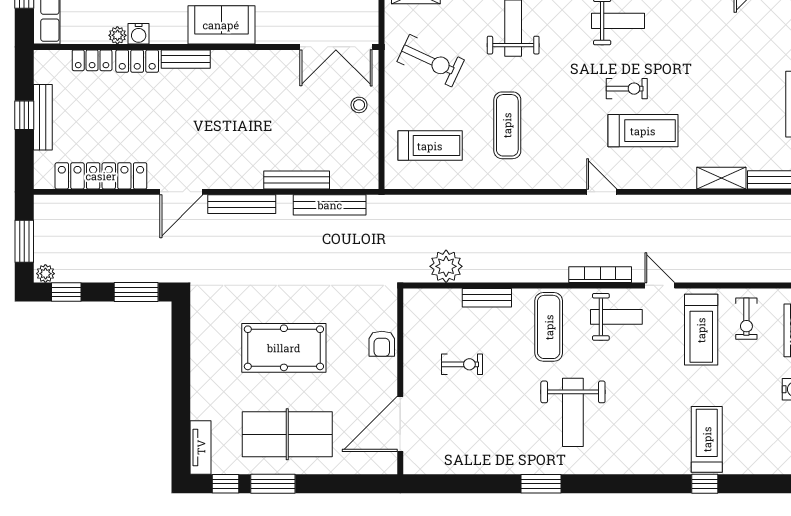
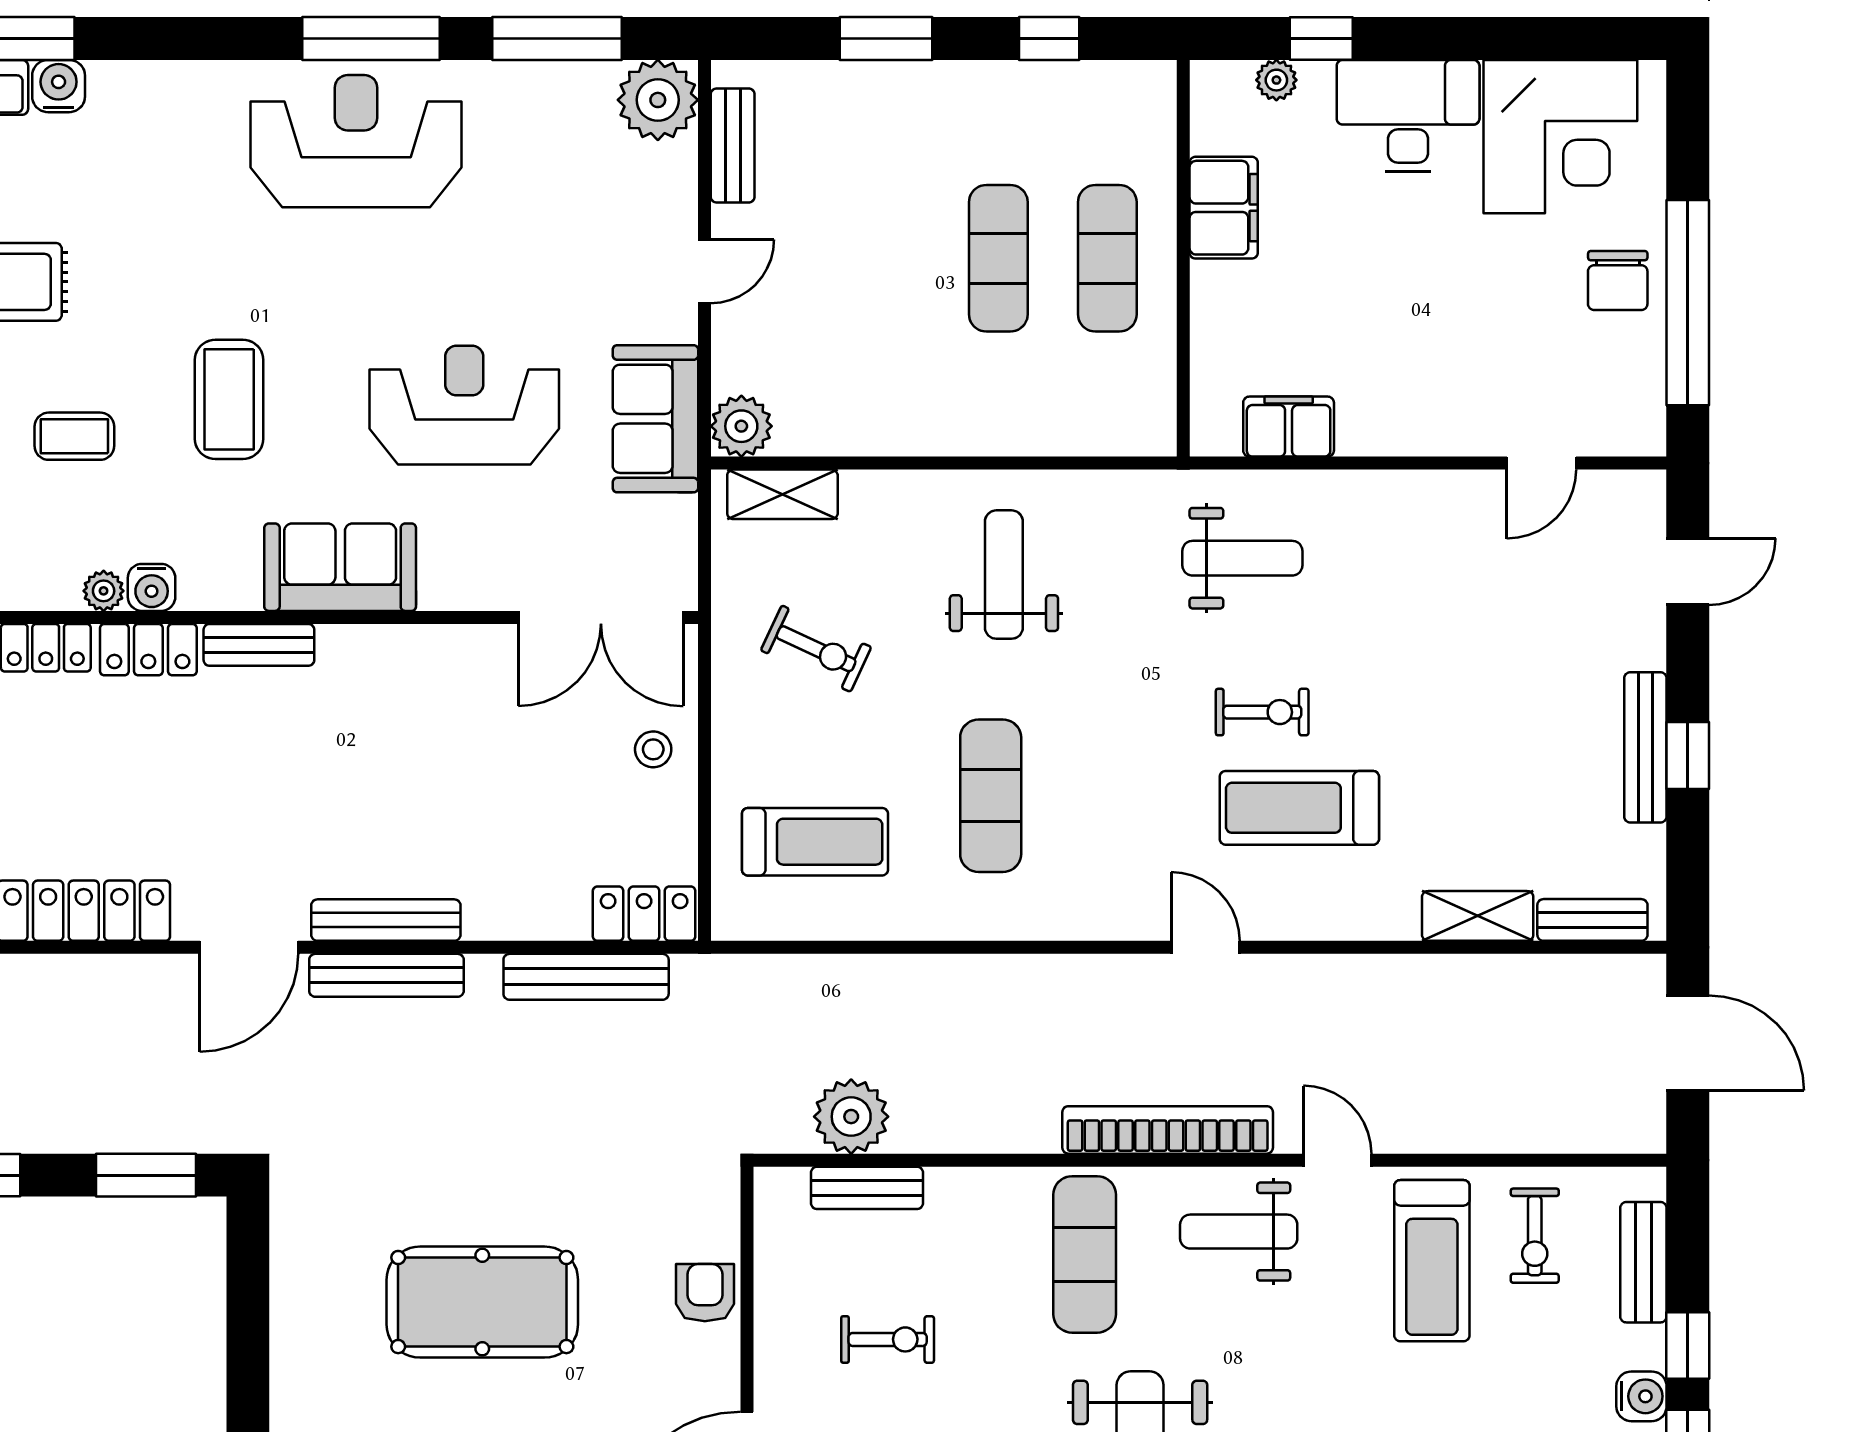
exercise bike: (431, 61) -> (816, 649), width x0.73, depth x0.72
treadmill: (643, 131) -> (1299, 808), turned 180
locker: (355, 177) -> (644, 914), added
bench: (297, 180) -> (386, 920), moved
bookcase: (600, 275) -> (1168, 1130), width x1.48, depth x1.31
bench: (487, 298) -> (867, 1188), moved
weight bench: (616, 317) -> (1239, 1232), turned 180
armchair: (382, 344) -> (705, 1293), turned 180

